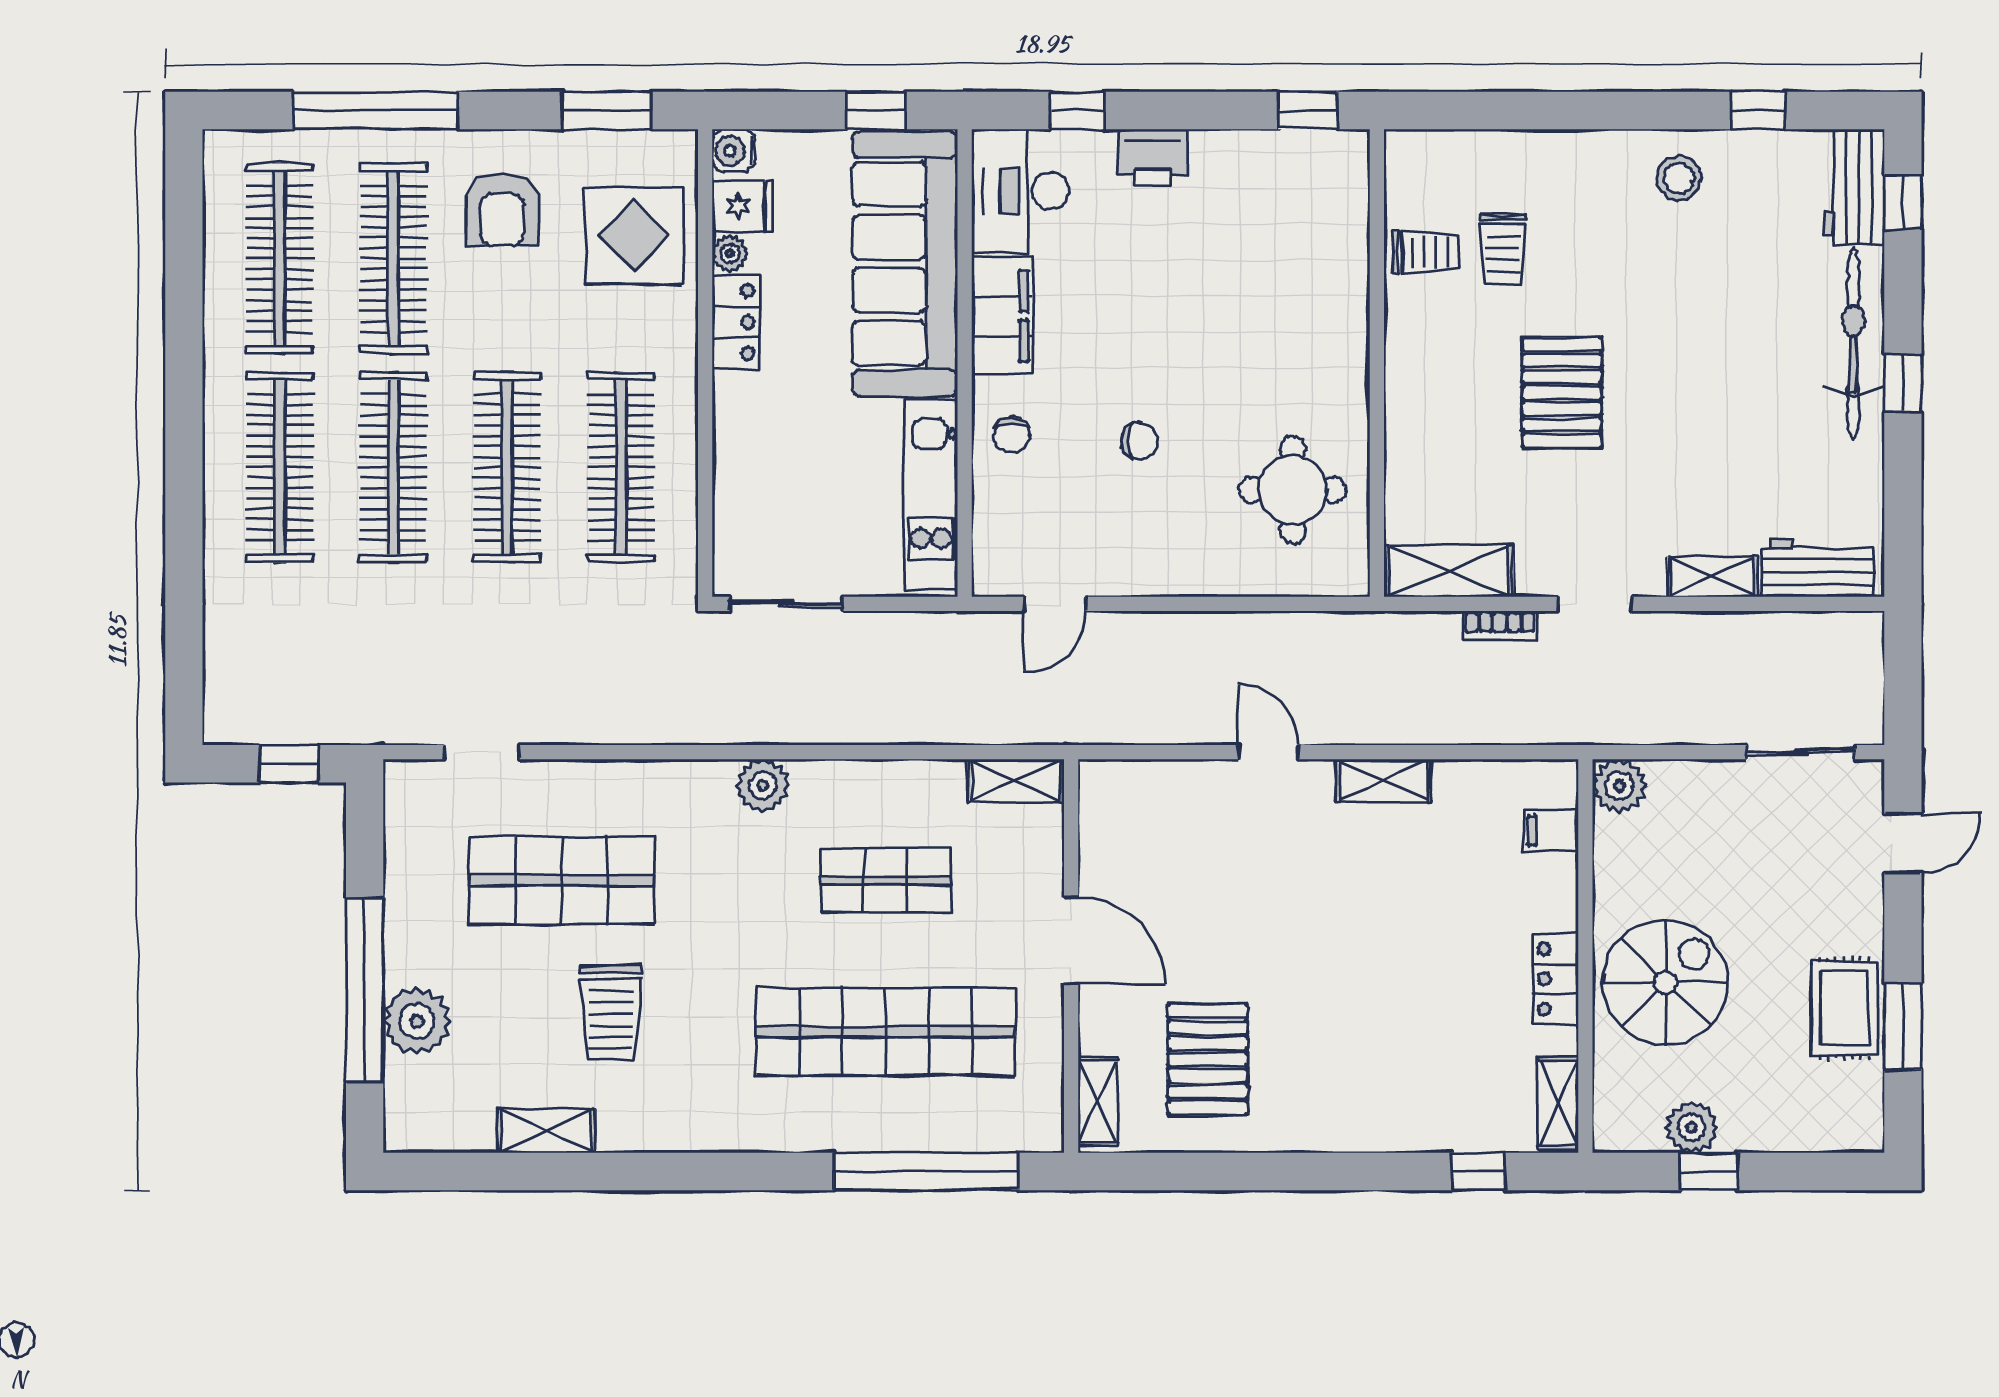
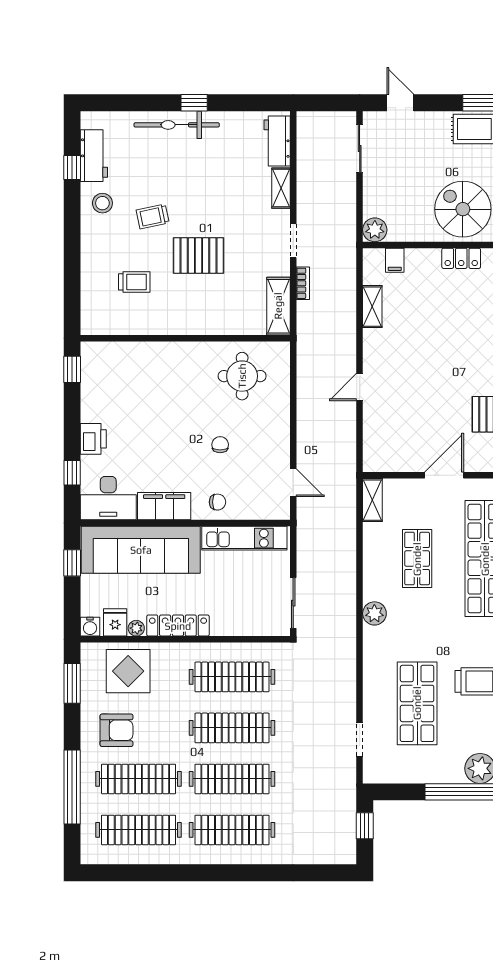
workbench: (1854, 187) -> (94, 156), moved, turned -90
window: (1903, 202) -> (113, 103), removed
trolley: (1426, 252) -> (153, 216), moved, turned -102
locker: (736, 322) -> (178, 626), width x1.53
shelving: (1384, 780) -> (372, 307), moved

